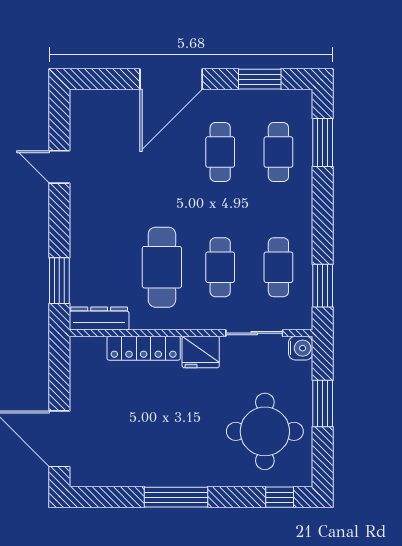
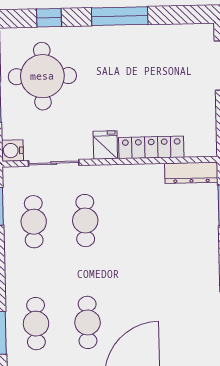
cafe table: (162, 267) -> (137, 219), removed
fridge: (201, 352) -> (105, 145), width x0.72
window: (280, 497) -> (49, 18), moved

